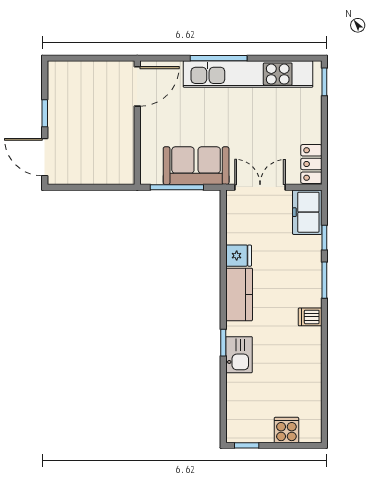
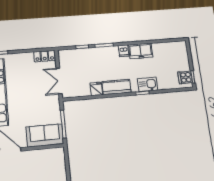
sofa: (196, 166) -> (45, 135), moved, turned 90
freezer: (307, 212) -> (141, 51), moved
cooker: (286, 430) -> (185, 77), moved

